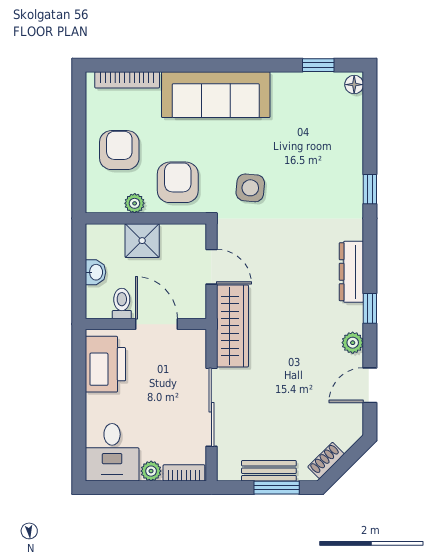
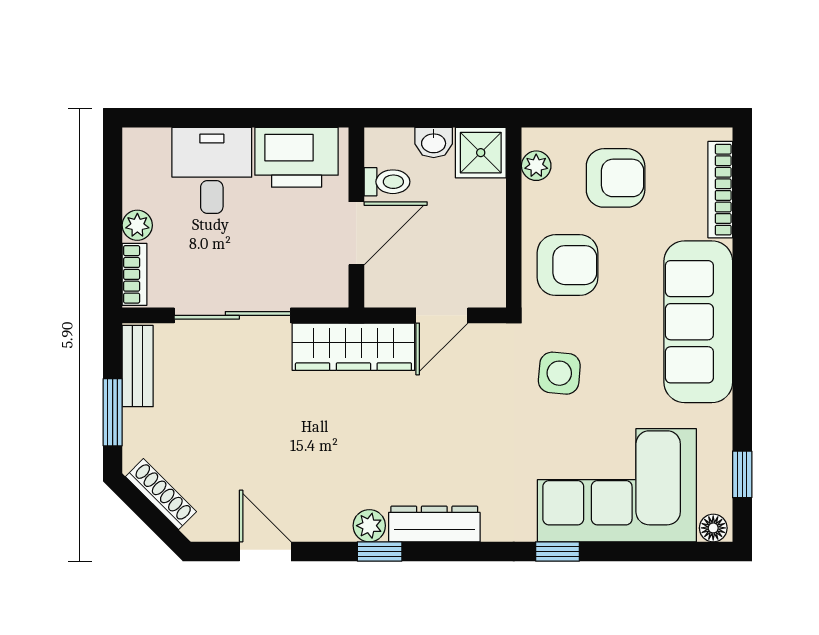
corner sofa: (325, 149) -> (617, 485), added
plant: (135, 203) -> (536, 166), moved
shower: (142, 241) -> (481, 153), moved
plant: (353, 343) -> (369, 526), moved
desk: (112, 452) -> (212, 170), moved, turned 90
shoe rack: (326, 460) -> (161, 494), width x1.43
bench: (269, 471) -> (138, 366), moved

